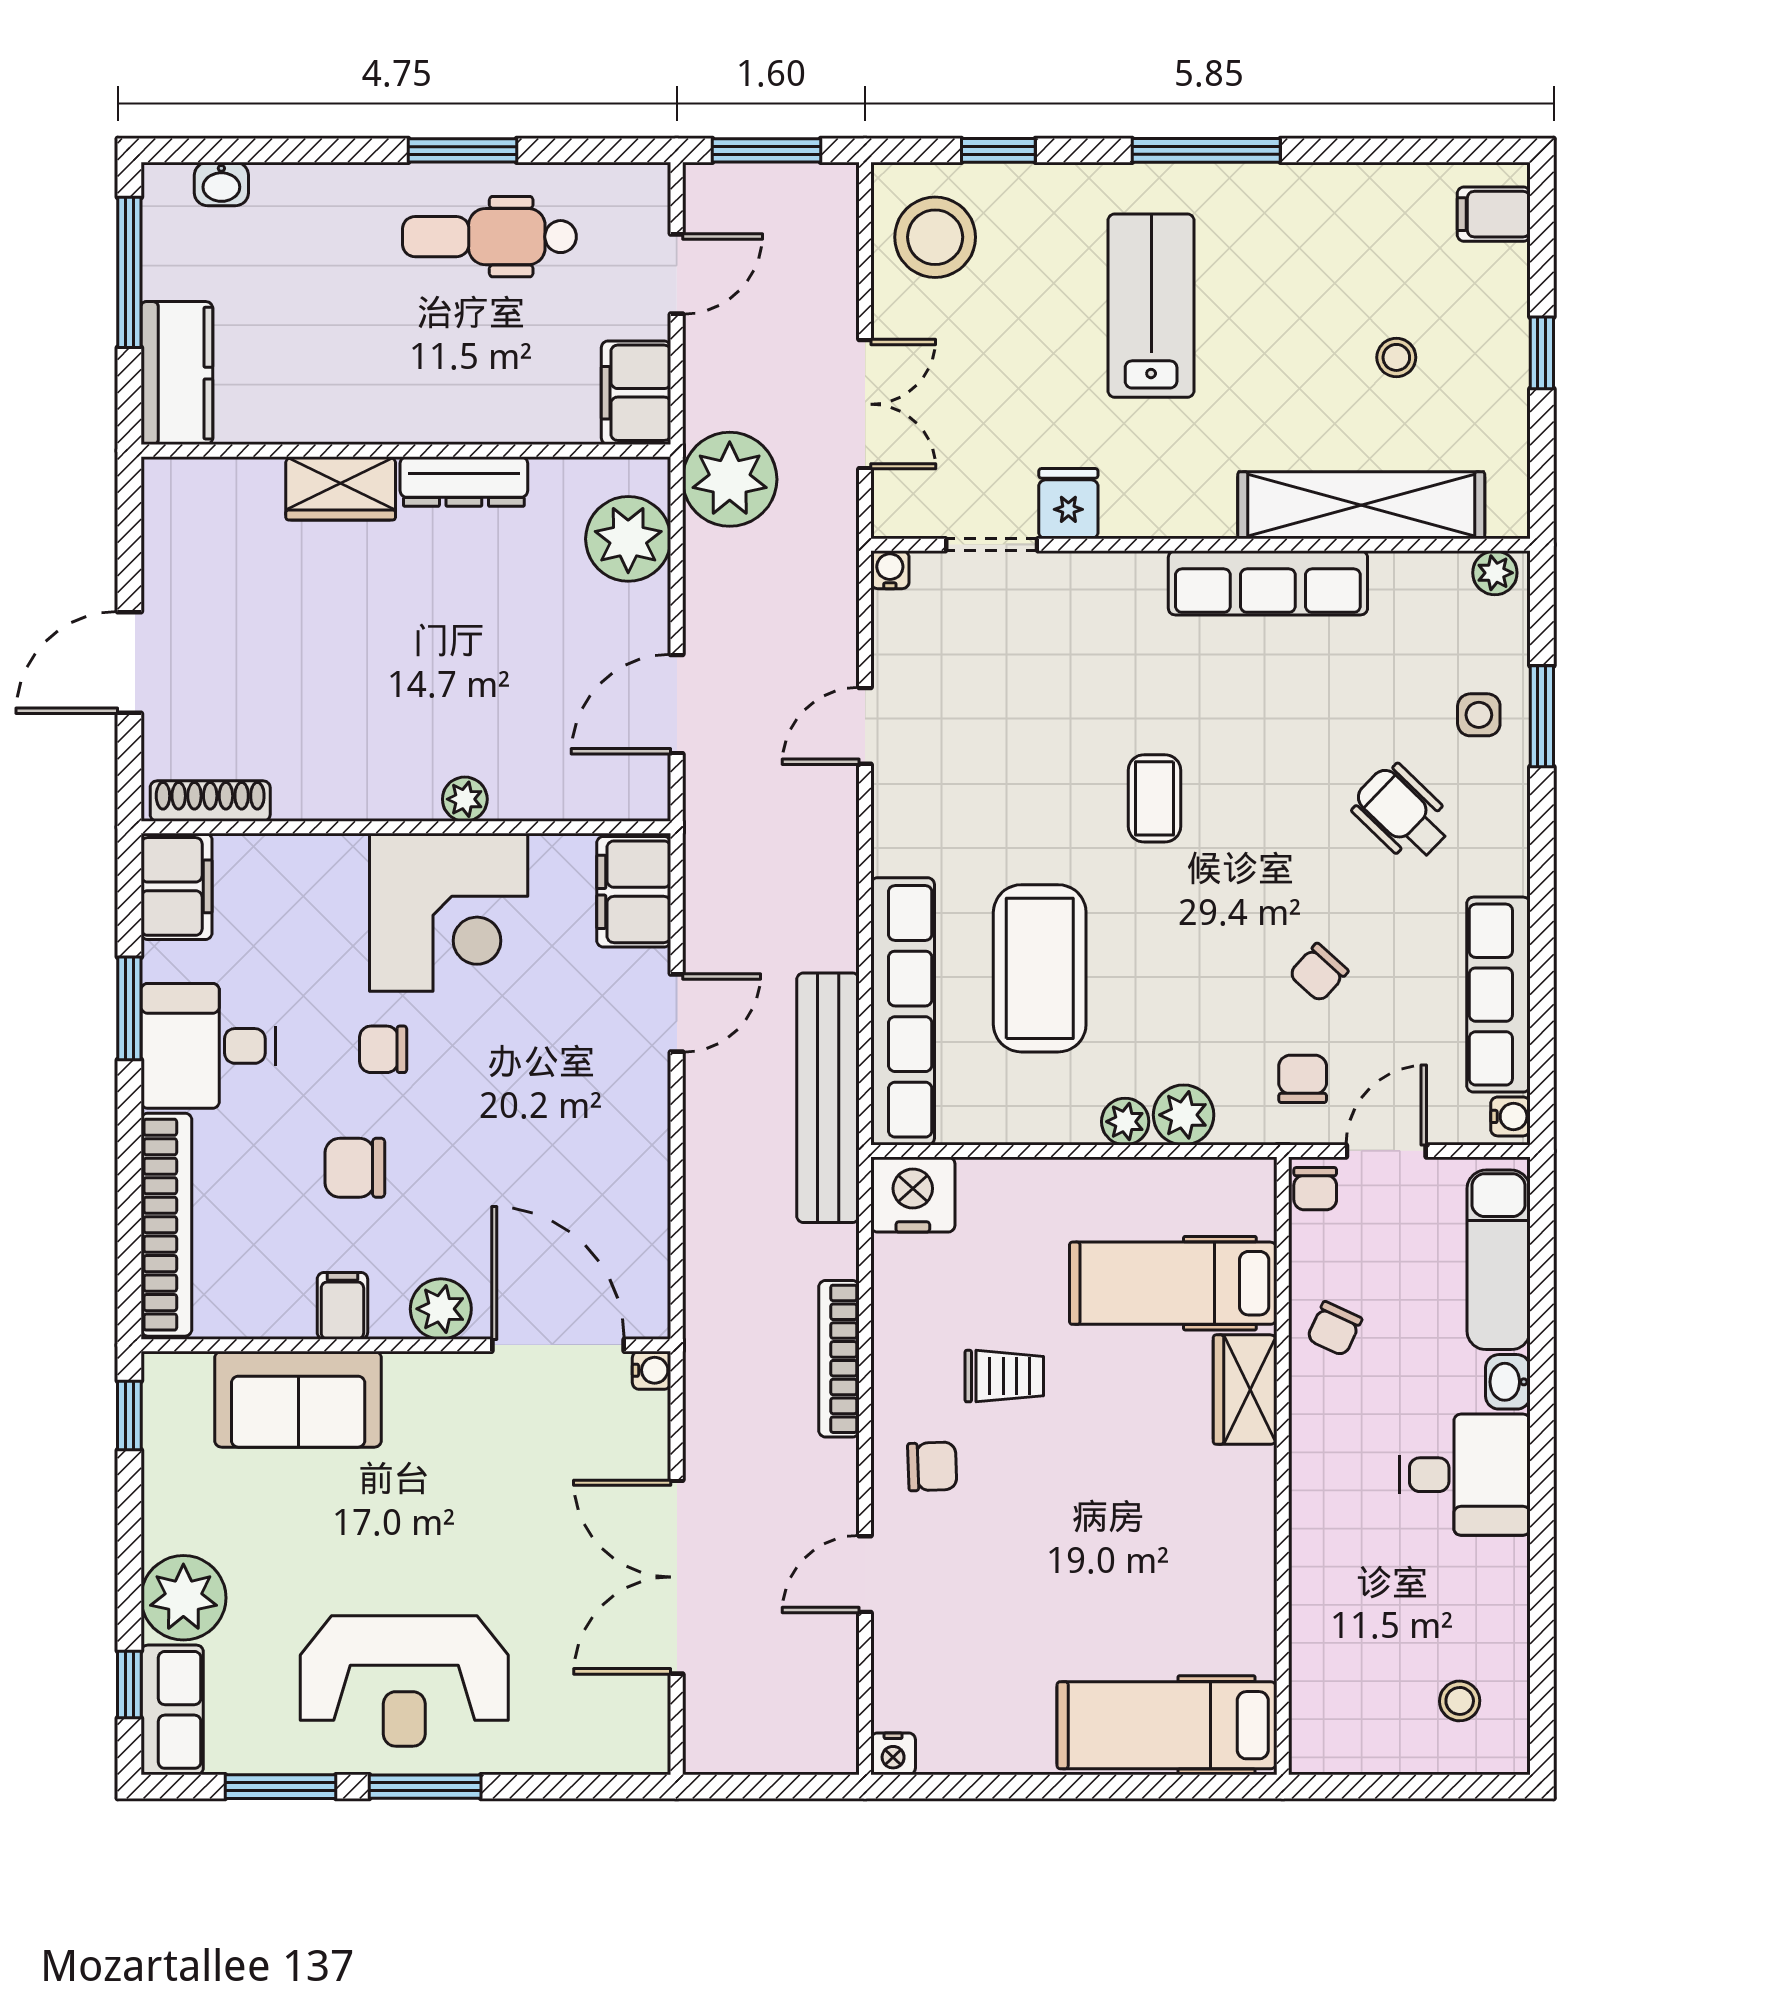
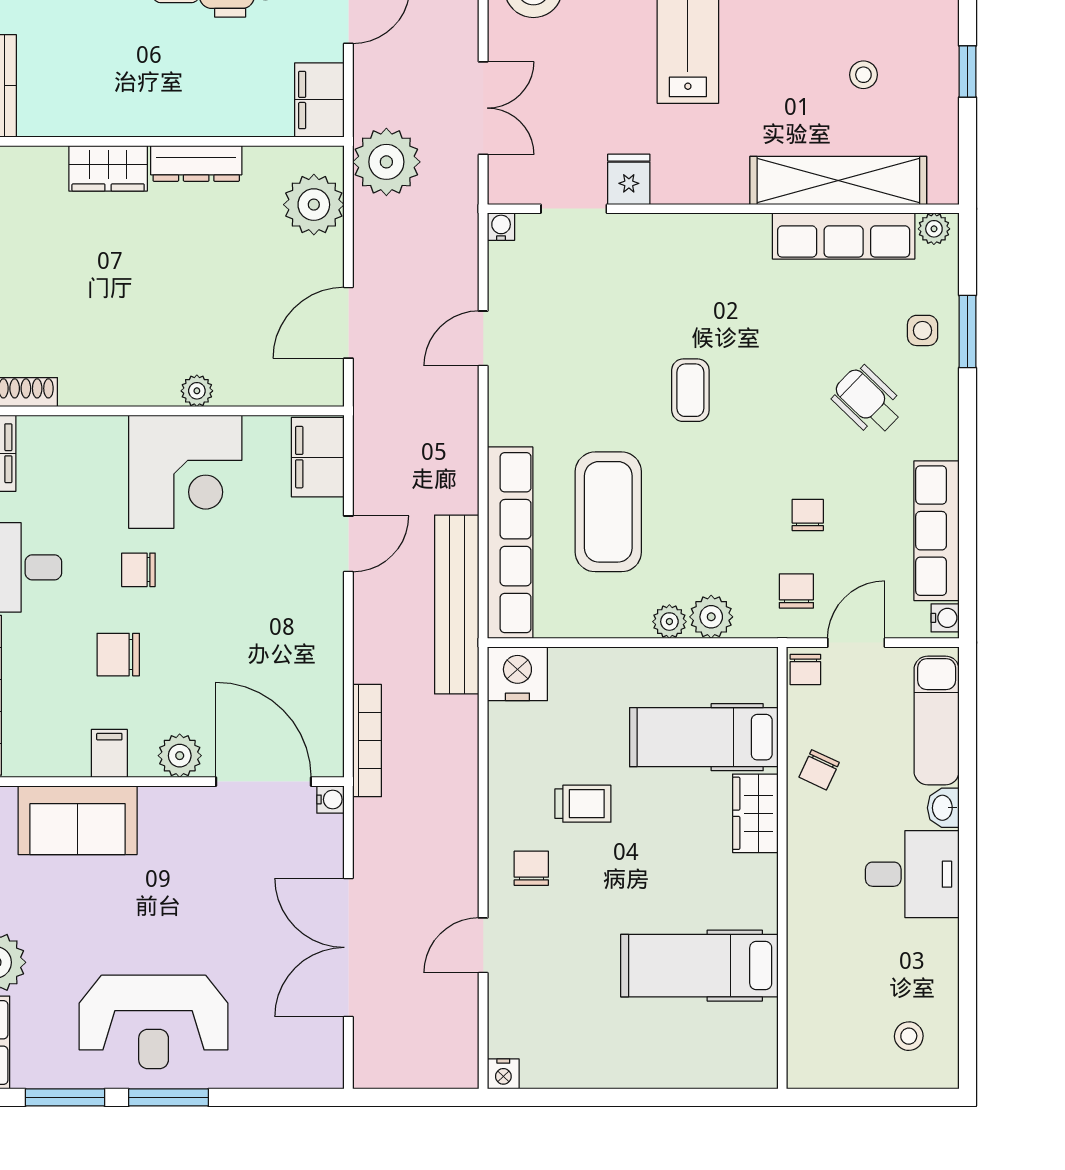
row of seats: (1268, 583) -> (844, 236), moved
chair: (1319, 973) -> (808, 515), turned 138
bookcase: (839, 1359) -> (367, 741), moved, turned 180
chair: (932, 1466) -> (531, 868), turned -88
hospital bed: (1167, 1725) -> (699, 966), moved

